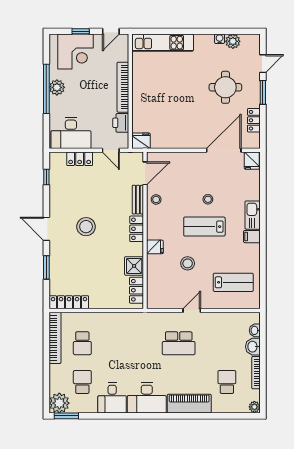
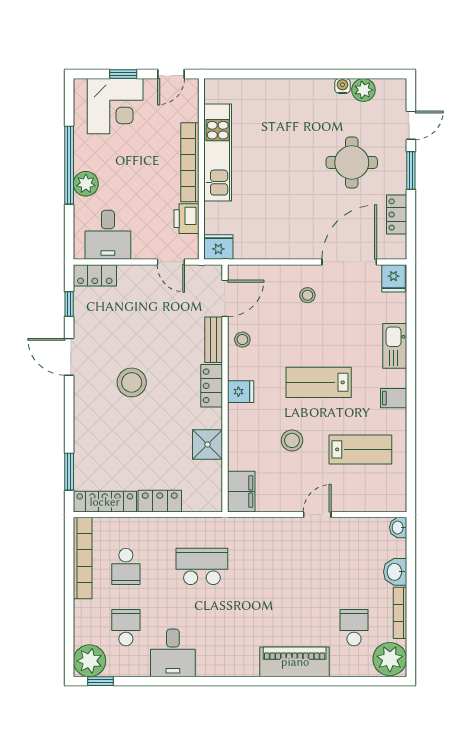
kitchen unit: (163, 43) -> (218, 152), moved, turned -90
plant: (57, 87) -> (86, 184), moved
desk: (71, 133) -> (108, 235), width x0.73
locker: (80, 159) -> (95, 275), moved
stool: (208, 199) -> (307, 295), moved
kitchen sink: (253, 215) -> (395, 346), moved
door: (46, 229) -> (69, 357), moved
fridge: (155, 247) -> (241, 392), moved
window: (46, 267) -> (69, 472), moved
lab bench: (233, 282) -> (360, 449), moved
locker: (137, 290) -> (160, 501), moved, turned 90
filing cabinet: (155, 296) -> (241, 492), added
door: (192, 310) -> (317, 515), moved
washbasin: (255, 330) -> (398, 528), moved
school desk: (179, 343) -> (202, 566), moved, turned 180
desk: (147, 398) -> (228, 653), removed
plant: (254, 407) -> (390, 659), width x1.87, depth x1.87
window: (66, 416) -> (101, 681), width x0.67

